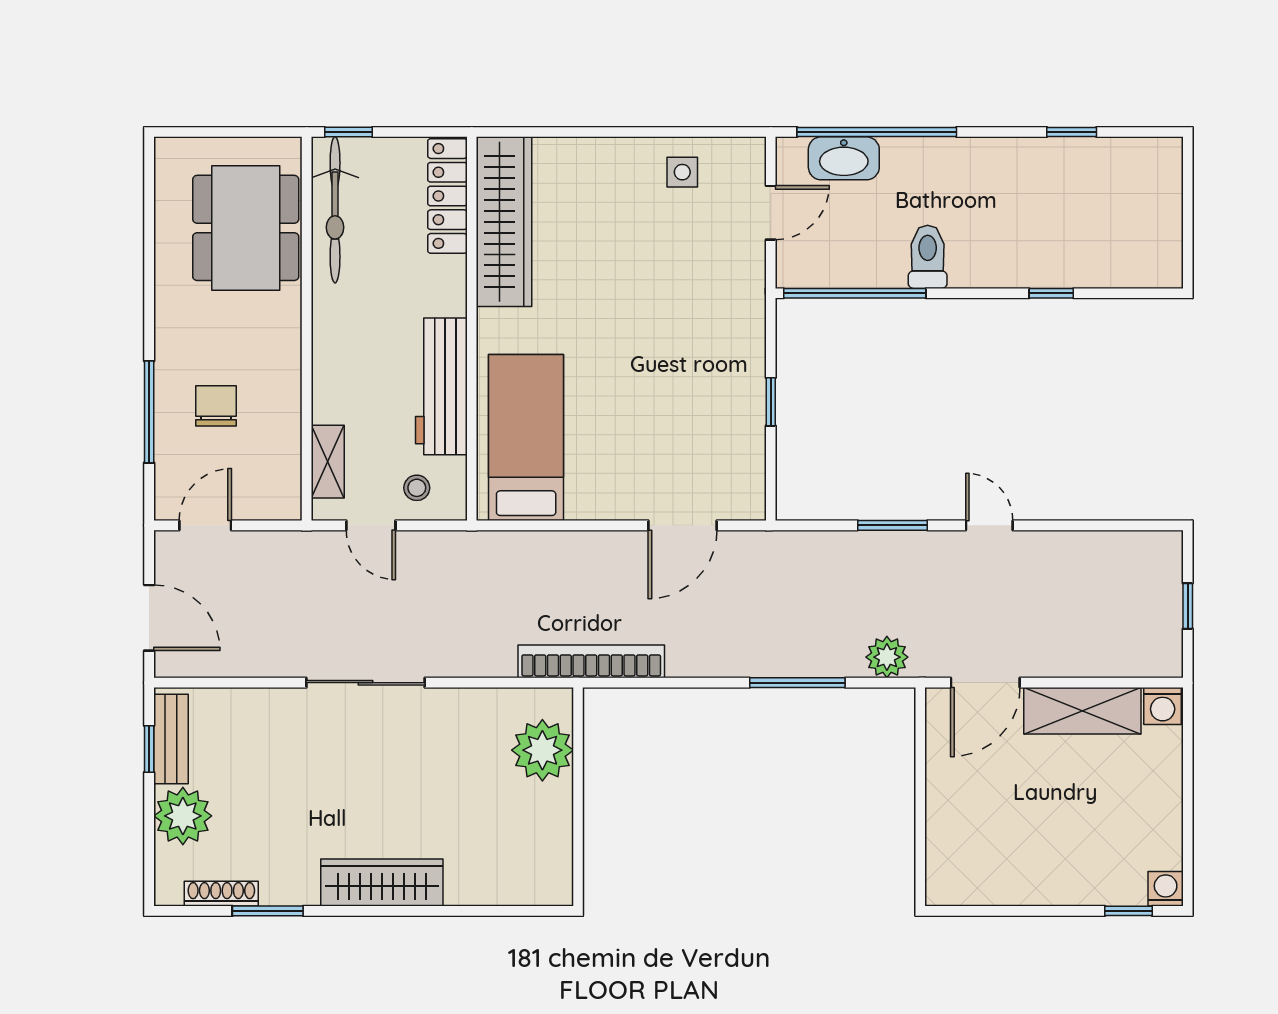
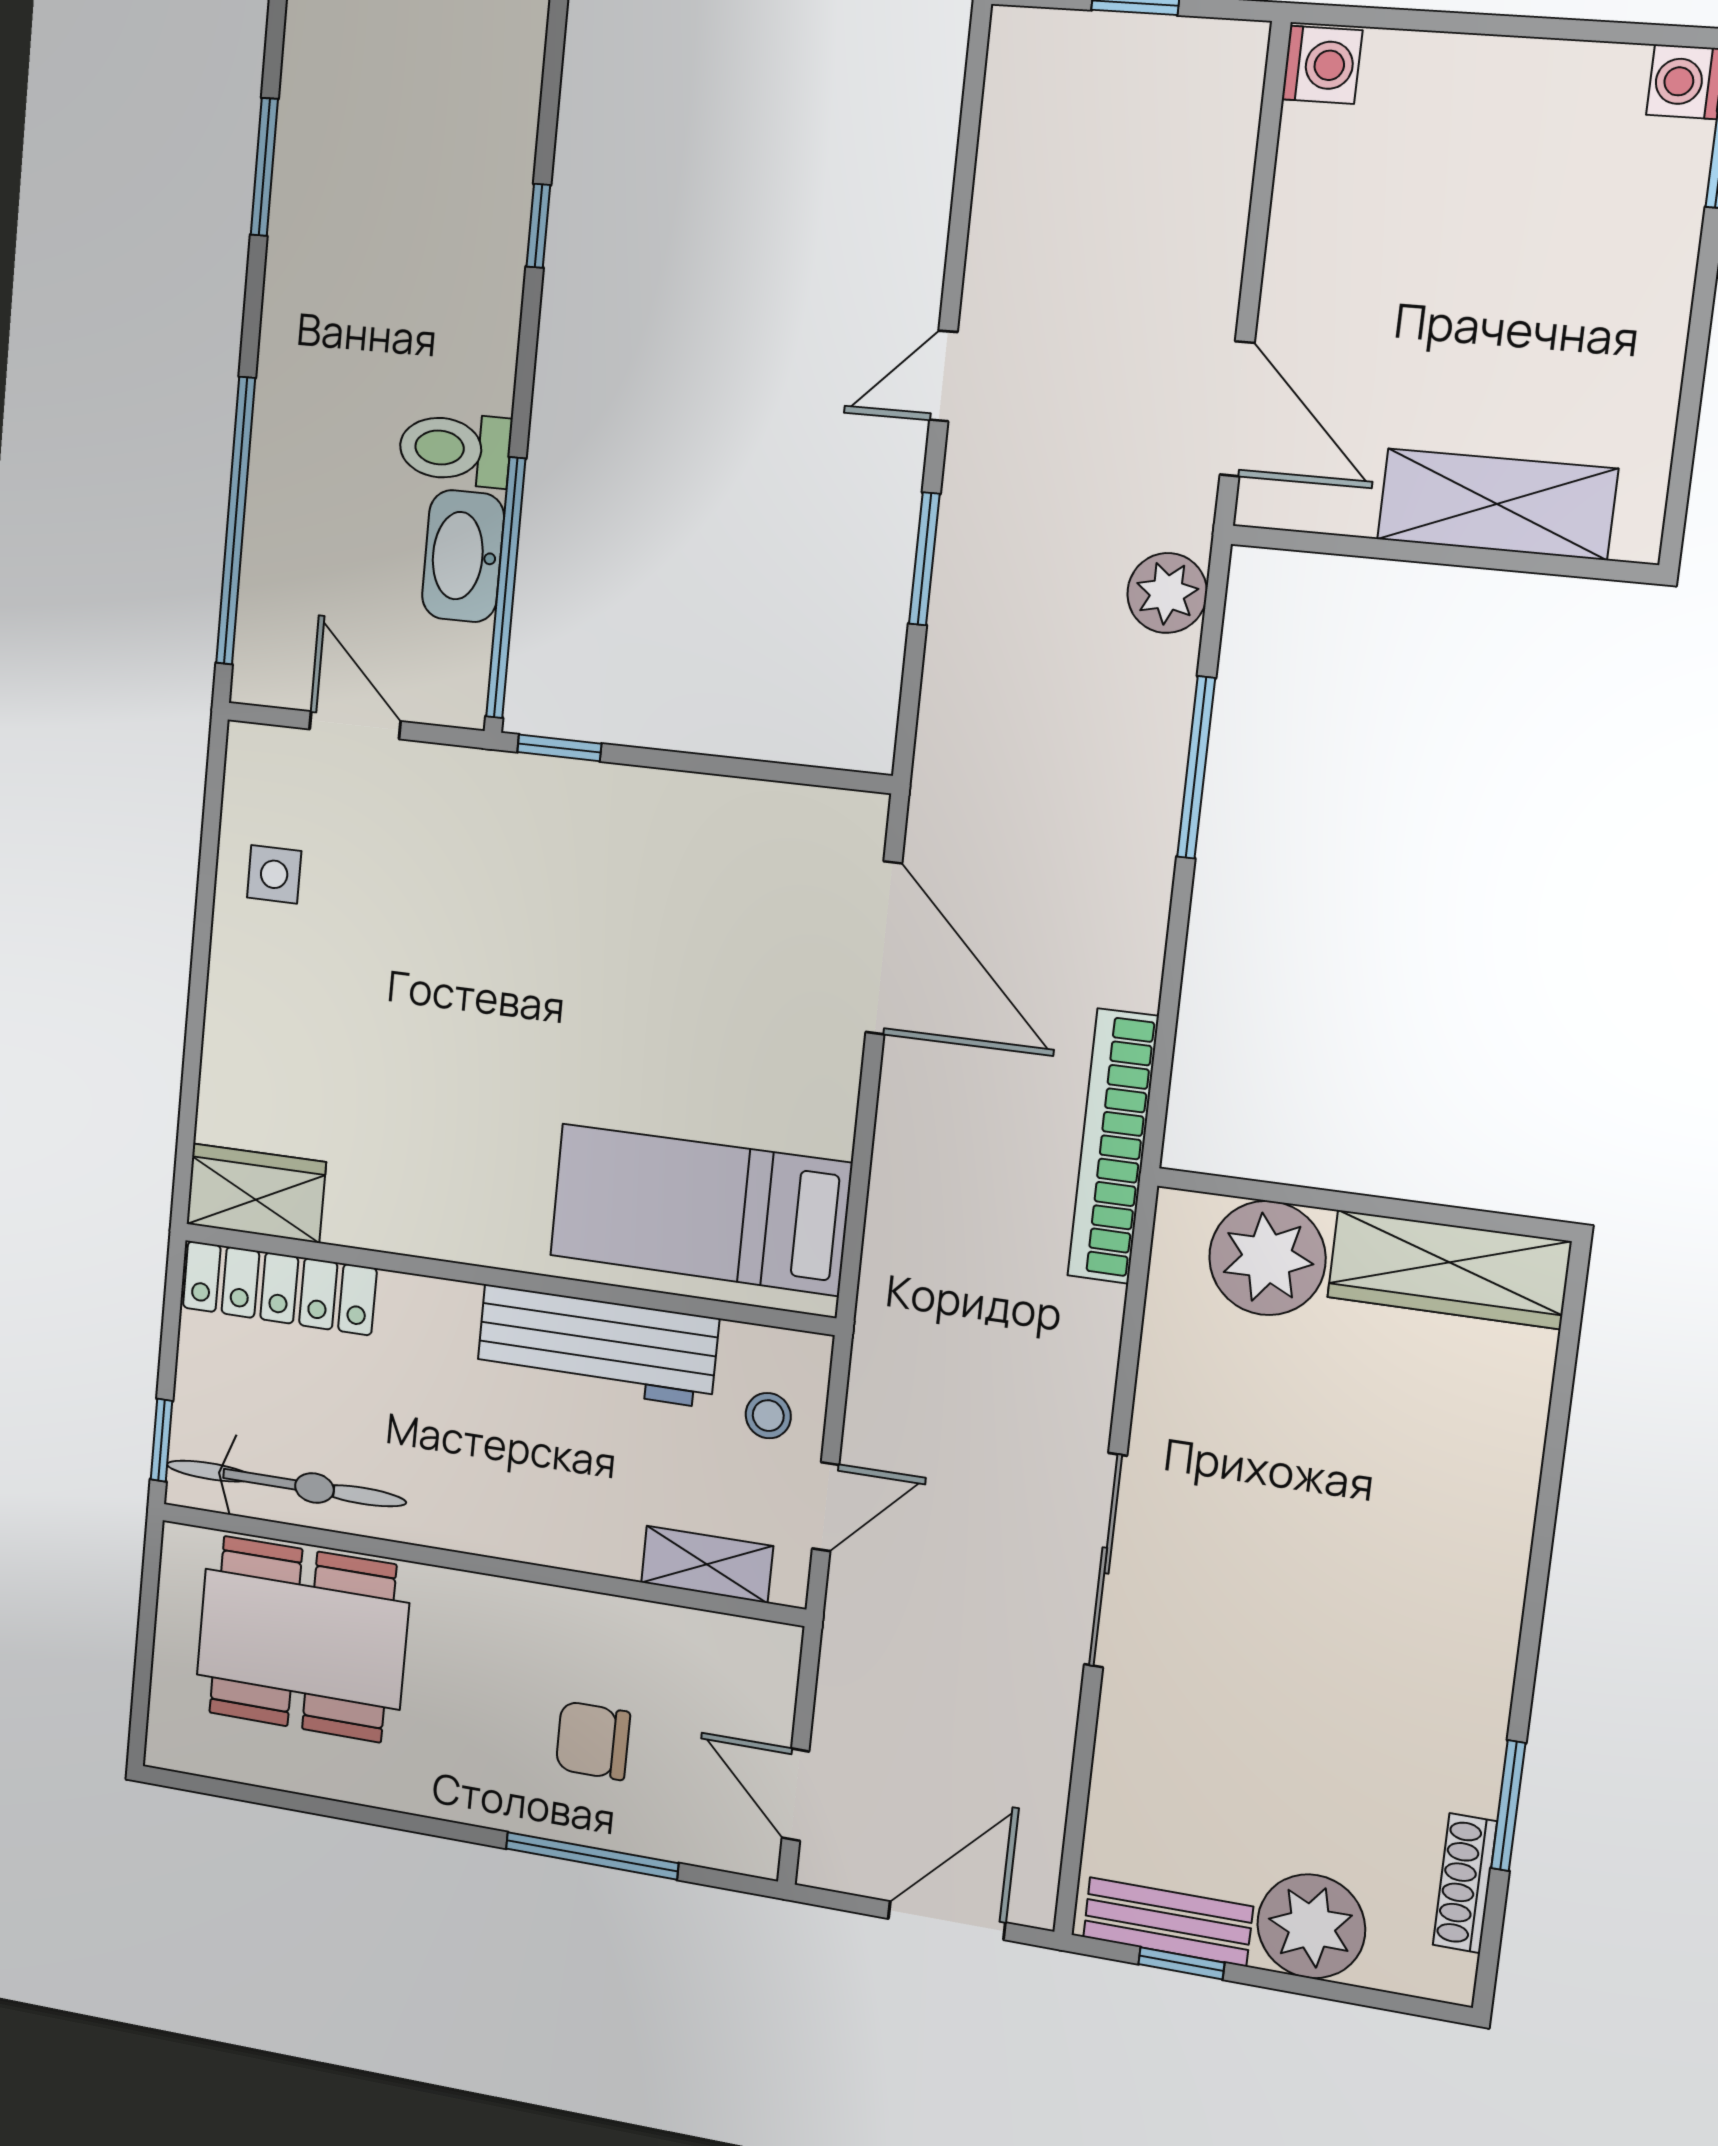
window: (1072, 132) -> (264, 167), width x1.50
washbasin: (844, 158) -> (463, 556), moved, turned 180
wardrobe: (504, 222) -> (256, 1193), width x0.48, depth x0.85
window: (771, 402) -> (559, 748), moved
door: (682, 525) -> (884, 948), width x1.36
shelving: (1082, 711) -> (1497, 504), moved, turned 90
wardrobe: (382, 883) -> (1449, 1269), moved, turned -90

